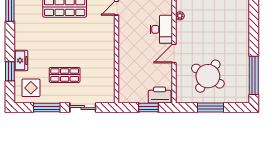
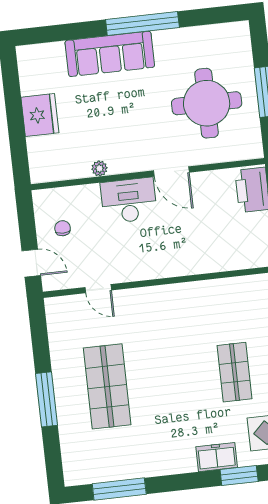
sofa: (240, 28) -> (110, 54), added
window: (254, 75) -> (142, 24), moved
round table: (208, 76) -> (207, 103), turned -33

